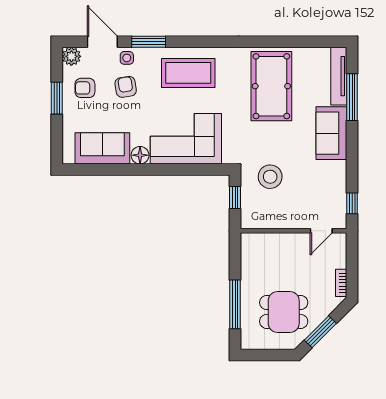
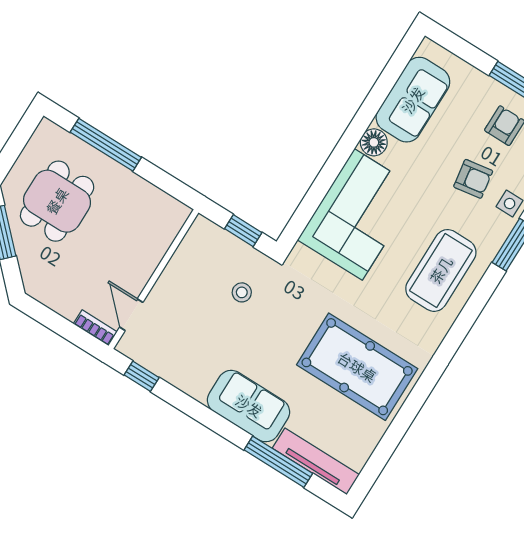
stool: (270, 177) -> (242, 292), width x0.53, depth x0.53
bookcase: (341, 283) -> (95, 328), moved

